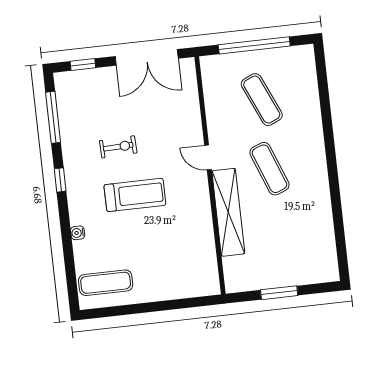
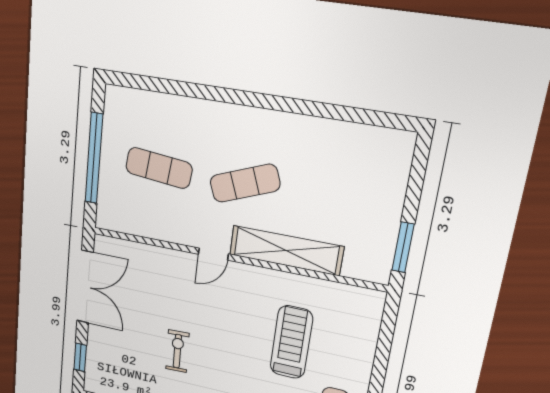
exercise mat: (262, 100) -> (159, 168), turned 30
treadmill: (135, 195) -> (291, 342), moved
window: (279, 293) -> (403, 247), moved

